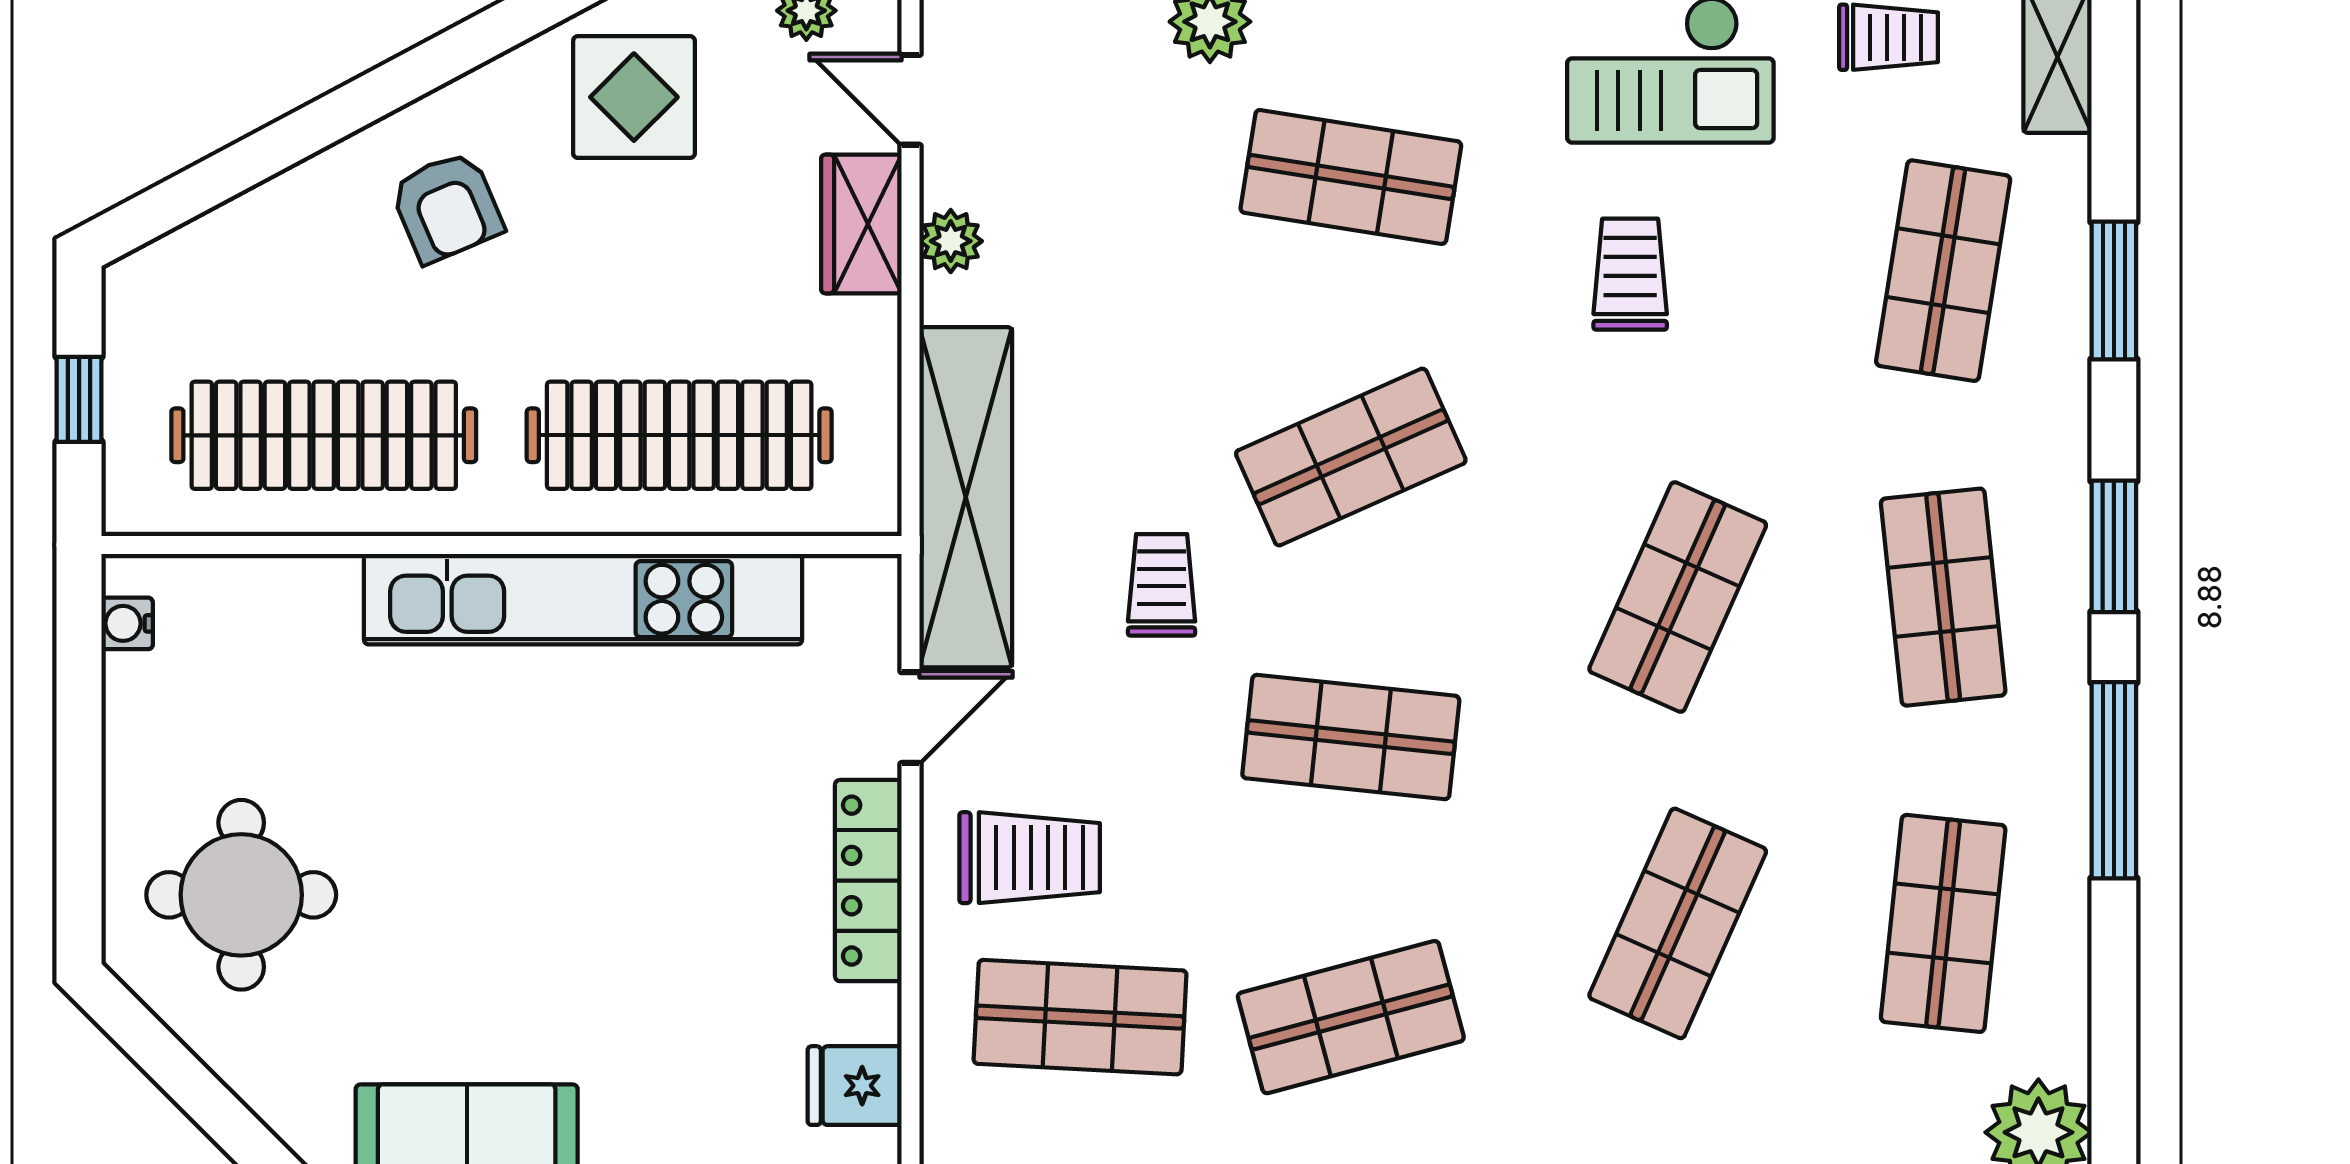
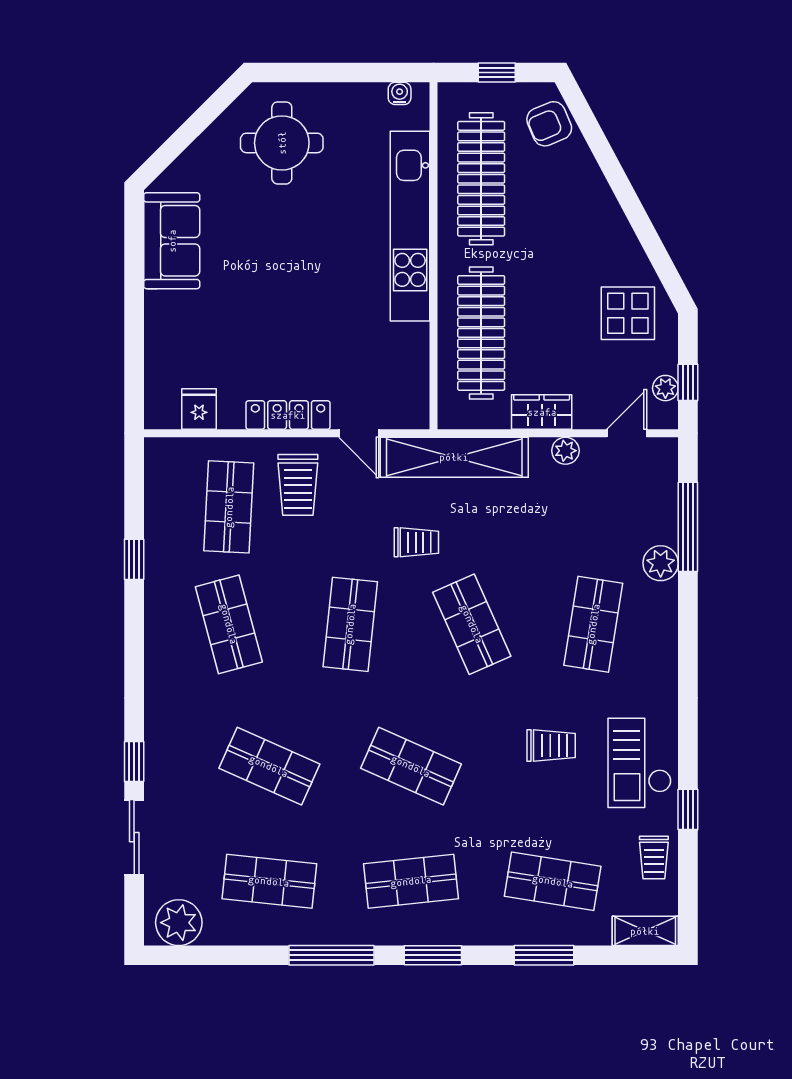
armchair: (447, 207) -> (549, 124), moved
wardrobe: (861, 224) -> (542, 412), moved
kitchen unit: (583, 599) -> (410, 226), moved

